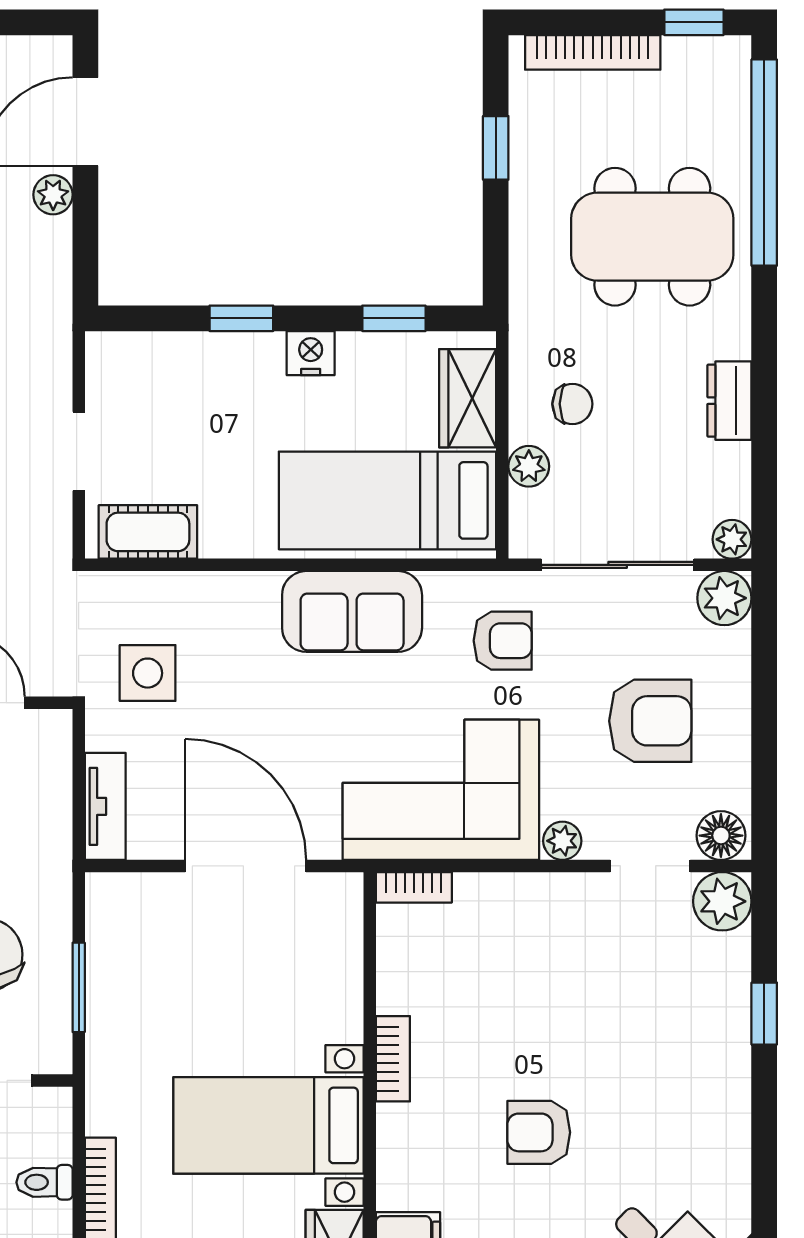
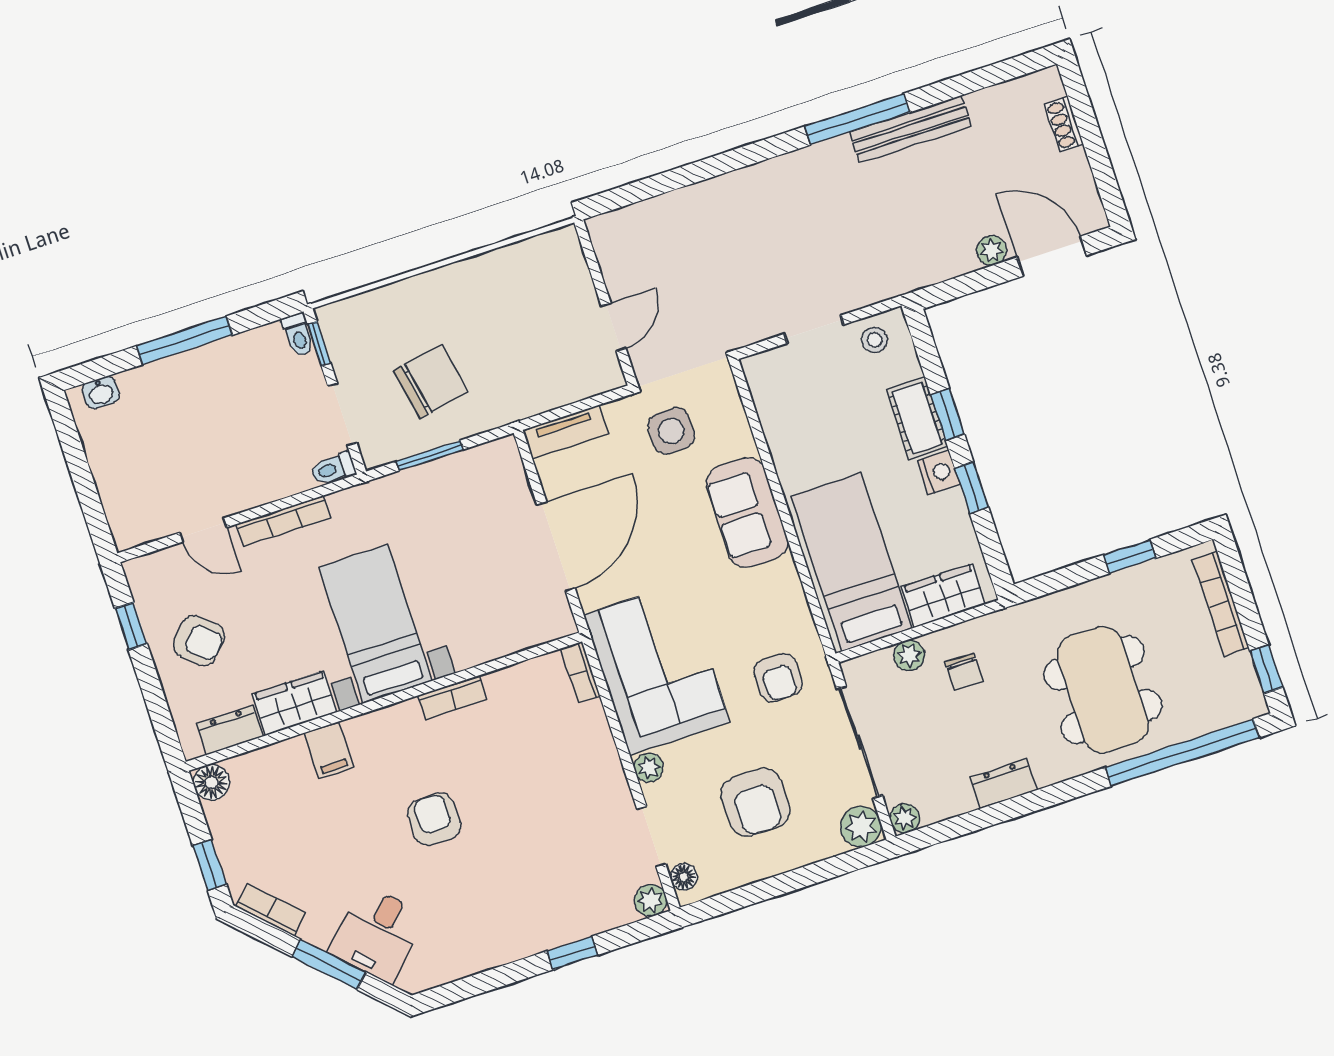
window: (394, 318) -> (972, 488), moved
stool: (117, 379) -> (874, 340), added
cot: (148, 532) -> (917, 418), moved
sofa: (352, 611) -> (747, 513), moved
floor lamp: (721, 836) -> (684, 877), width x0.73, depth x0.73
plant: (722, 901) -> (651, 900), width x0.73, depth x0.73
toilet: (44, 1182) -> (333, 469), moved, turned -90

